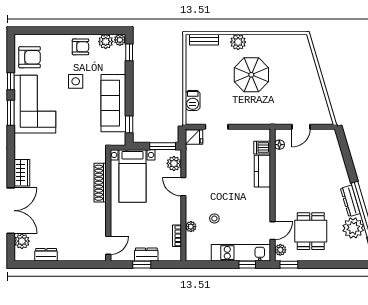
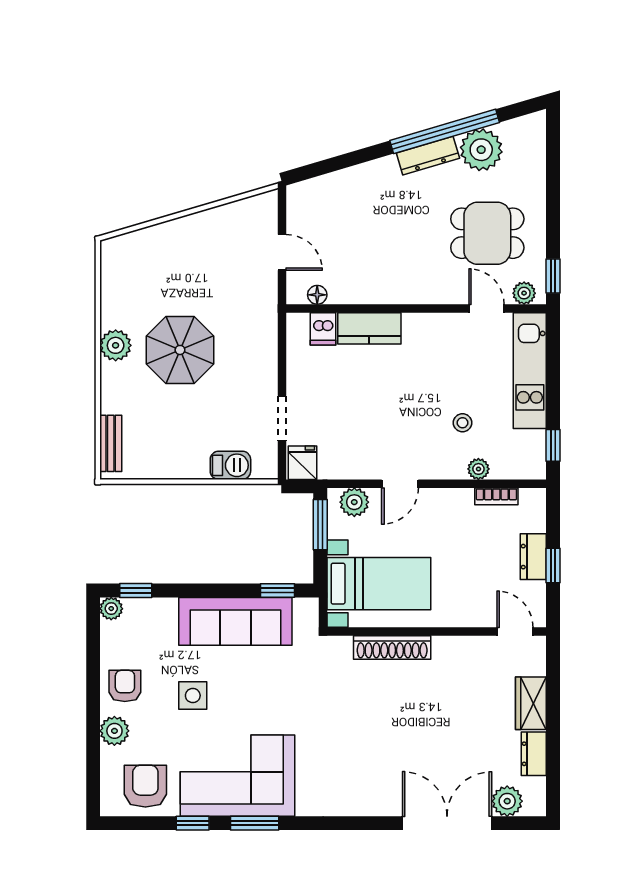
plant: (106, 42) -> (114, 731), moved
plant: (238, 42) -> (116, 345), moved
wardrobe: (22, 173) -> (531, 703), moved, turned -90
window: (247, 265) -> (553, 445), moved

